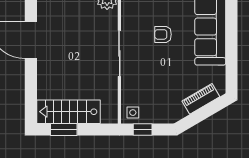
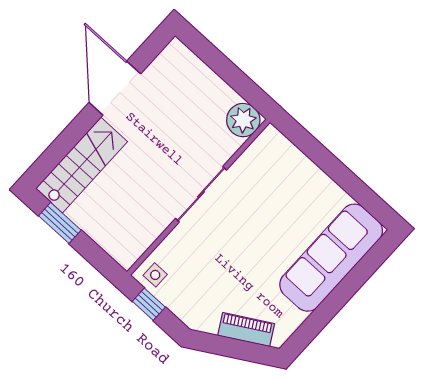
armchair: (163, 34) -> (270, 218), removed
stairs: (68, 112) -> (81, 165), moved, turned 90

